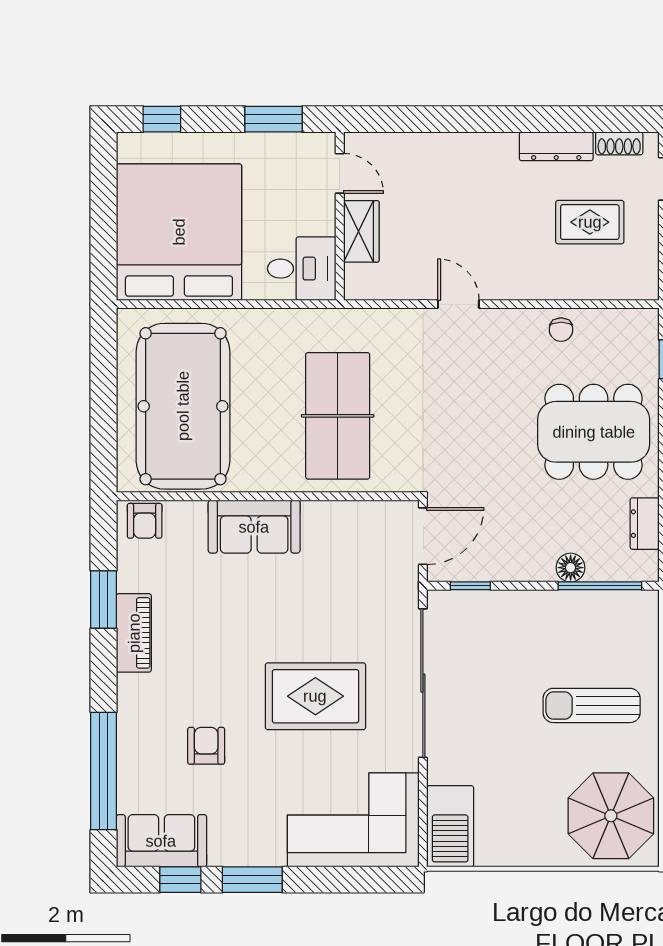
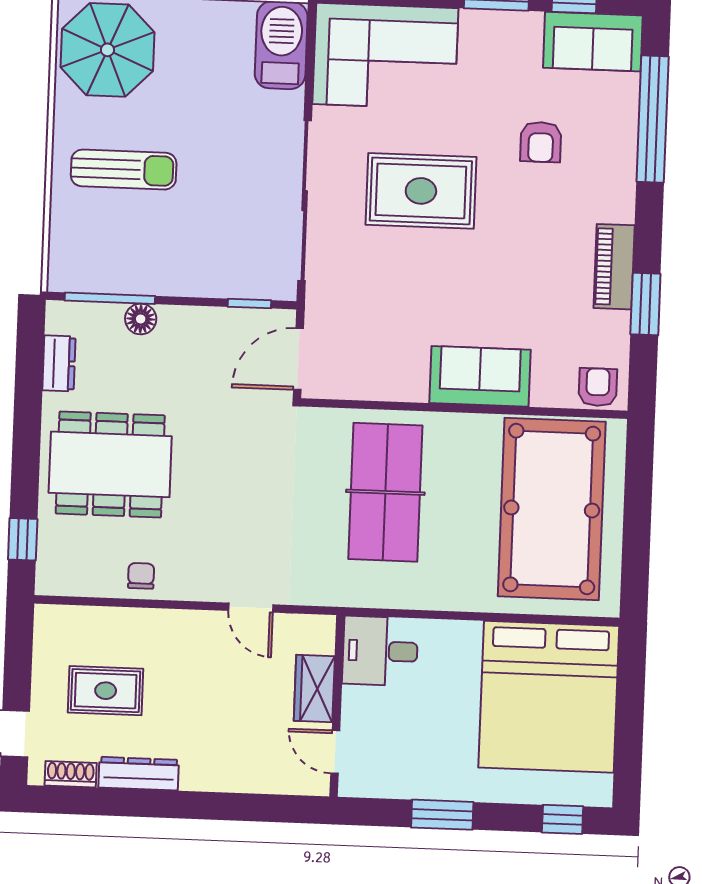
door: (340, 173) -> (335, 752), moved
wall: (340, 216) -> (337, 706), moved
wardrobe: (361, 231) -> (314, 689), moved
desk: (302, 269) -> (380, 651), moved

